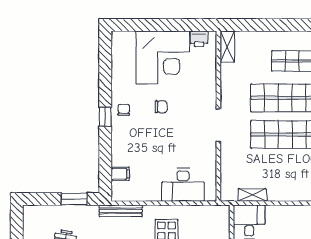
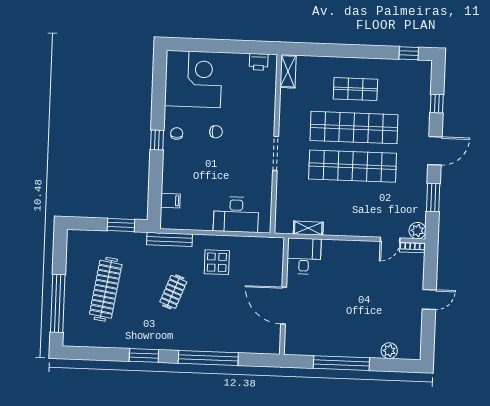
corner desk: (163, 57) -> (193, 79), moved, turned -90

